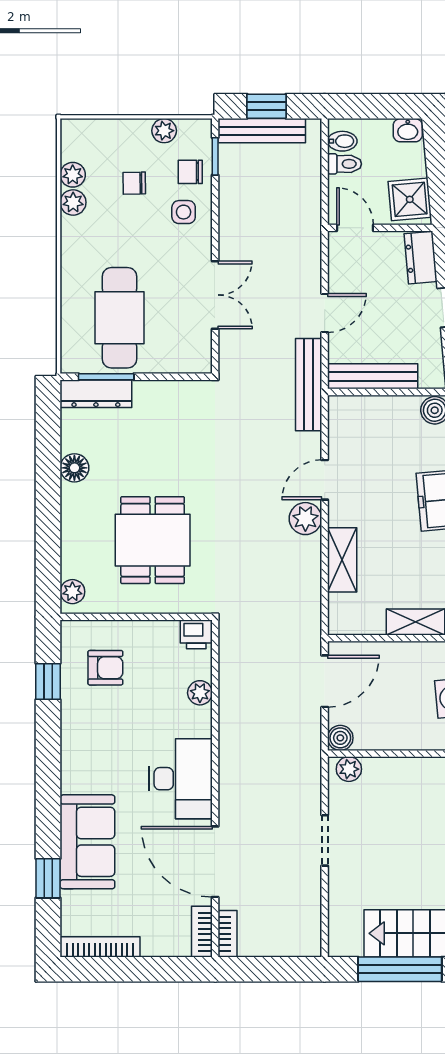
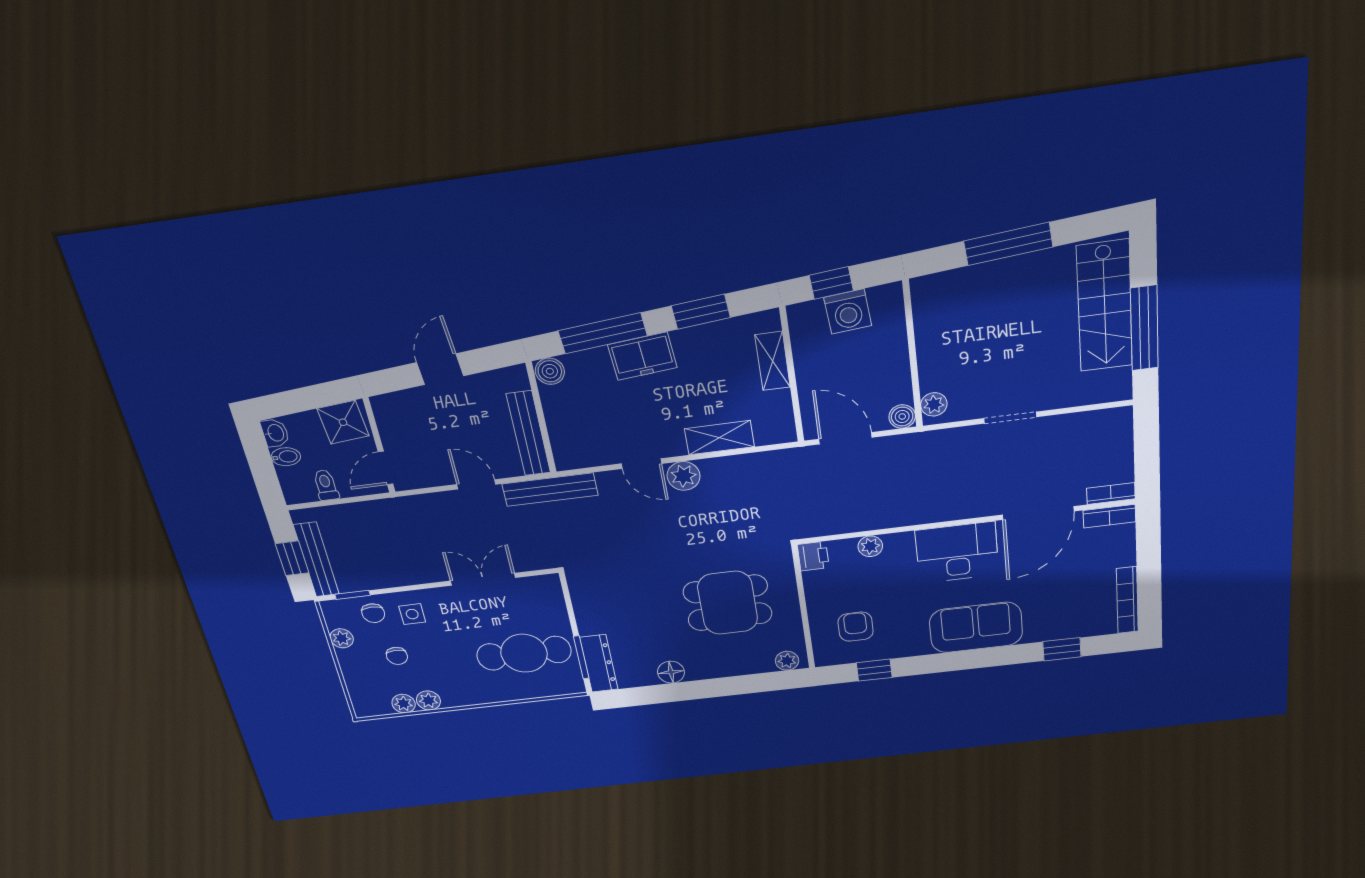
bidet: (342, 141) -> (286, 457), moved, turned 90
dresser: (421, 258) -> (398, 405), removed
sofa: (87, 842) -> (976, 627), moved

